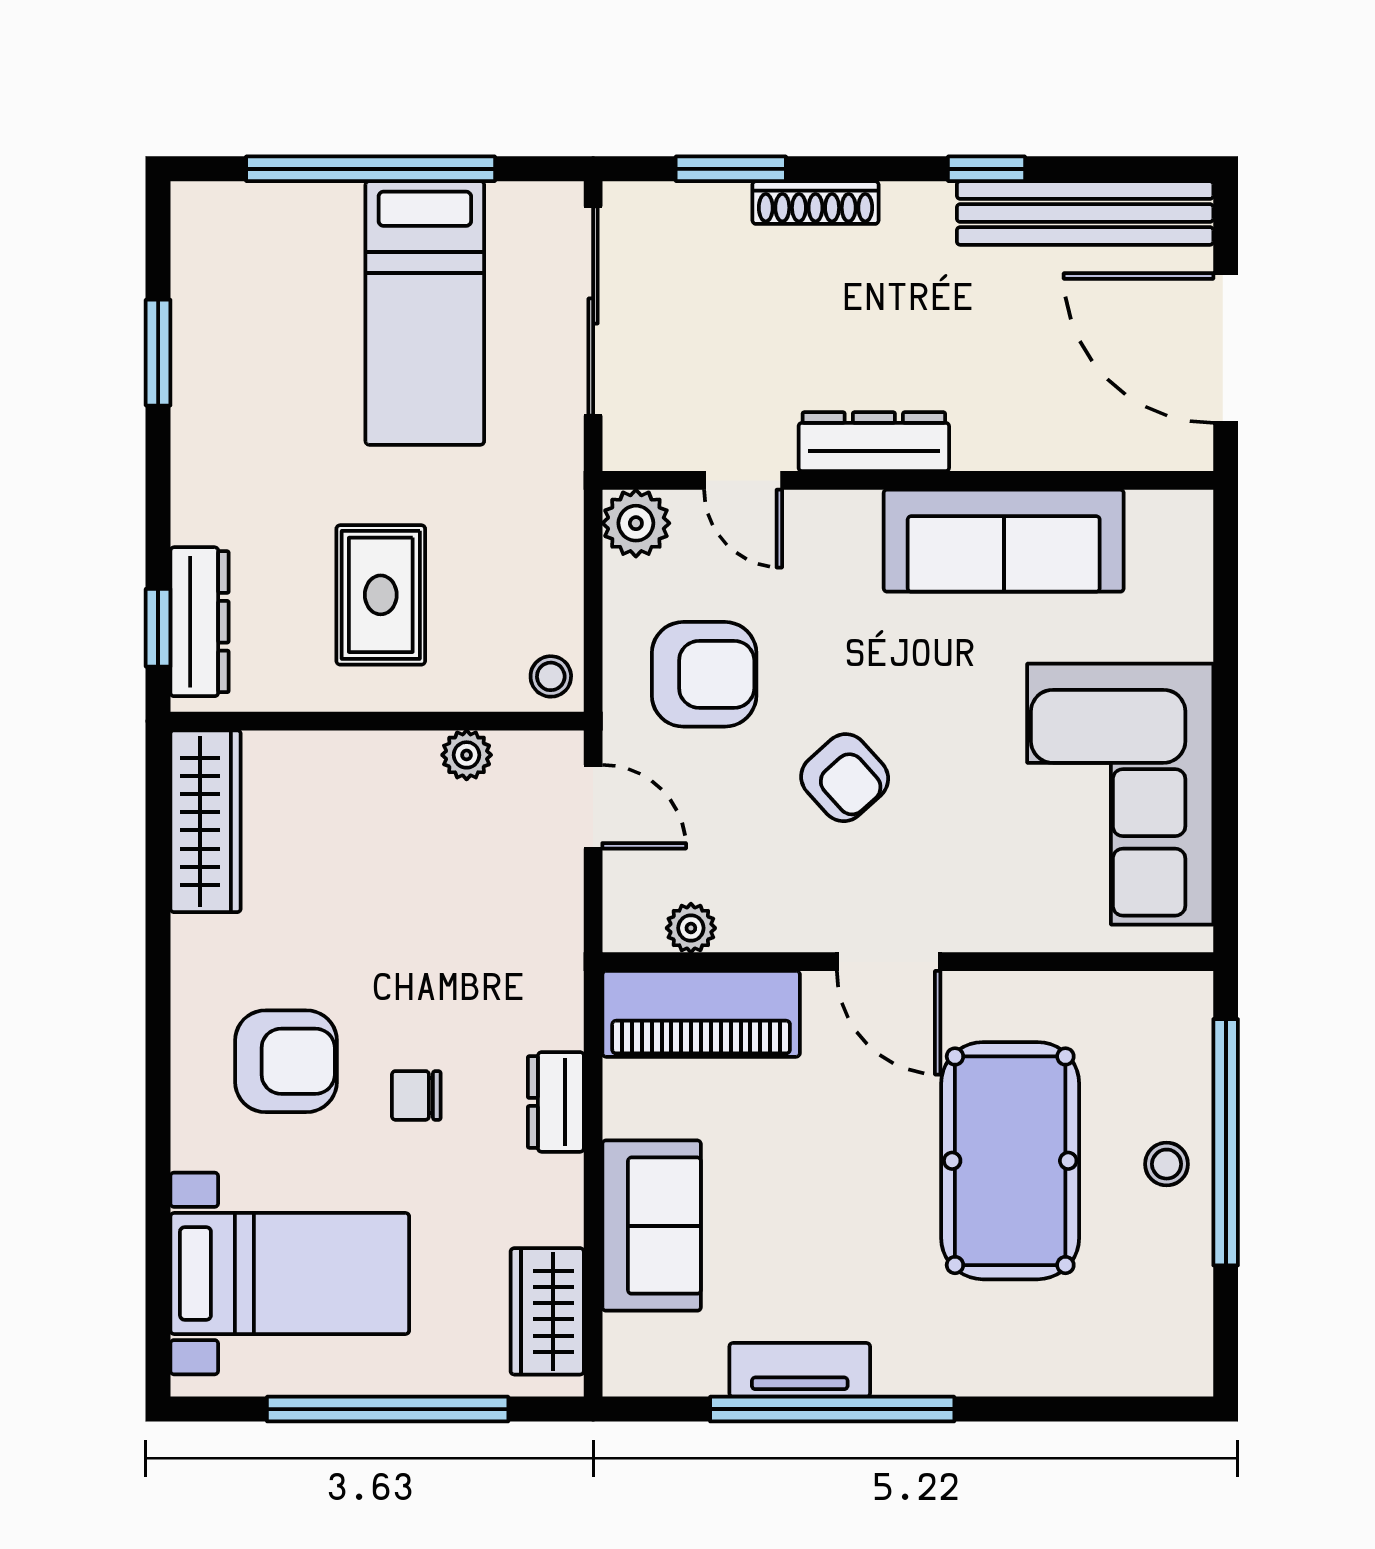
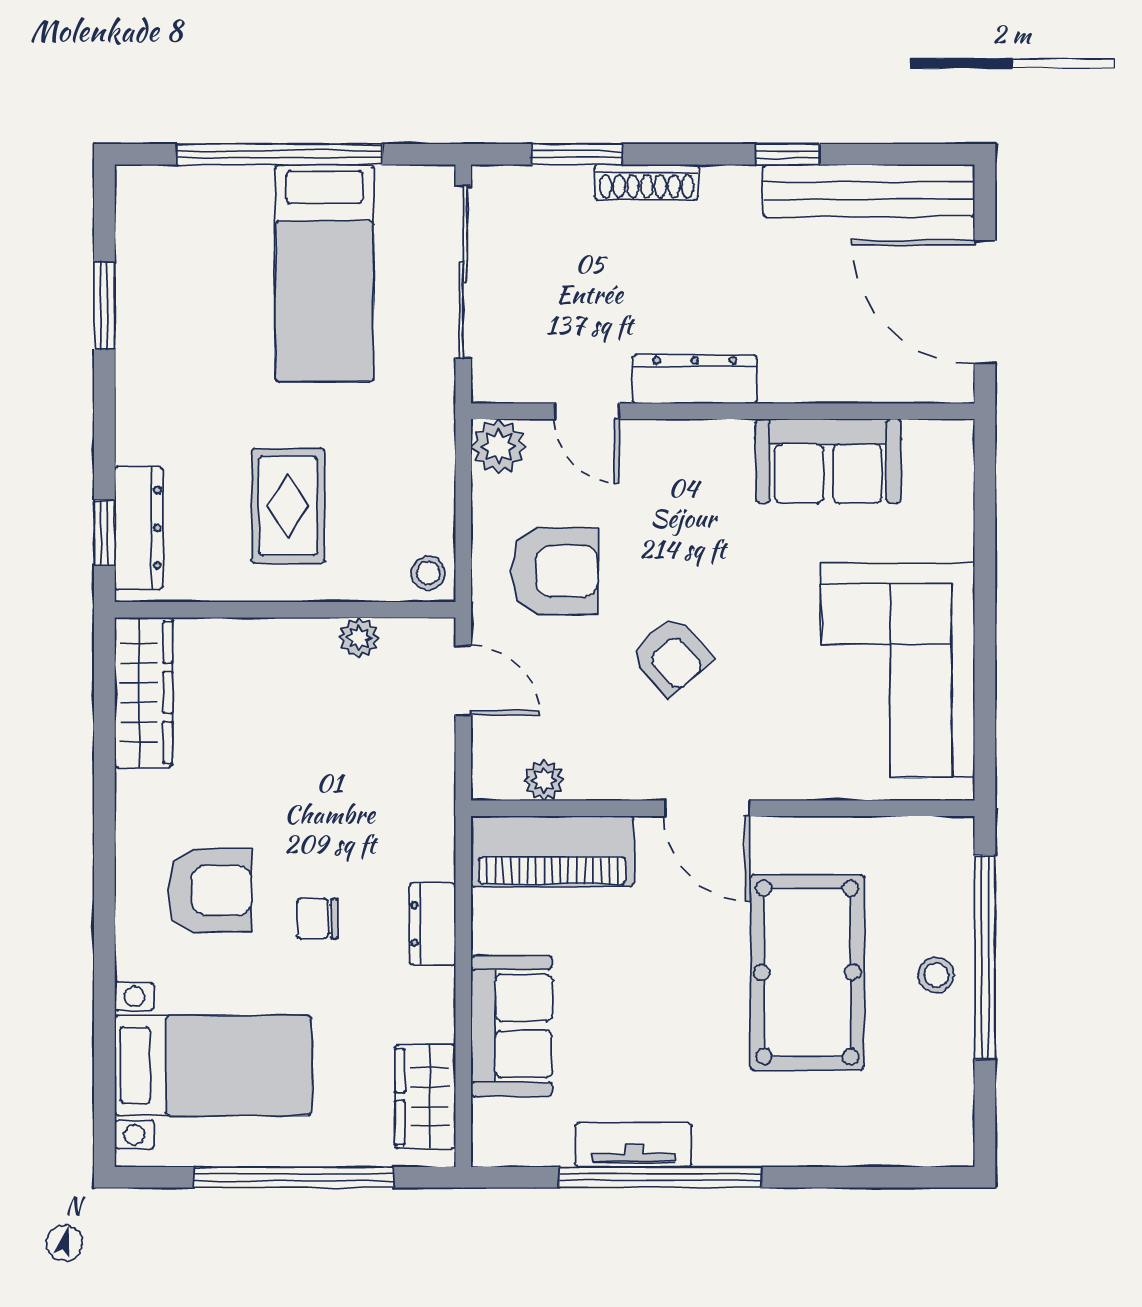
sofa: (1004, 541) -> (828, 461), width x0.73

